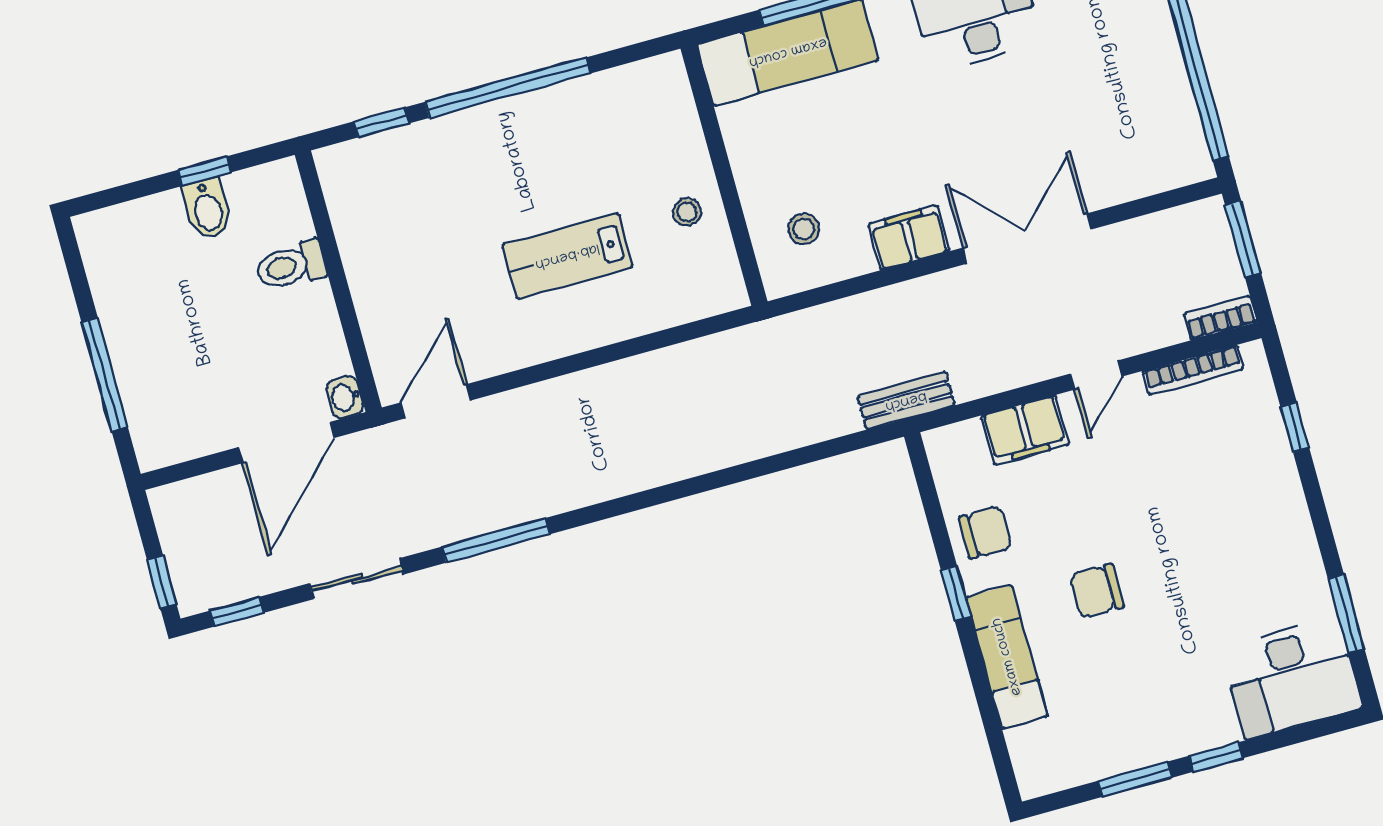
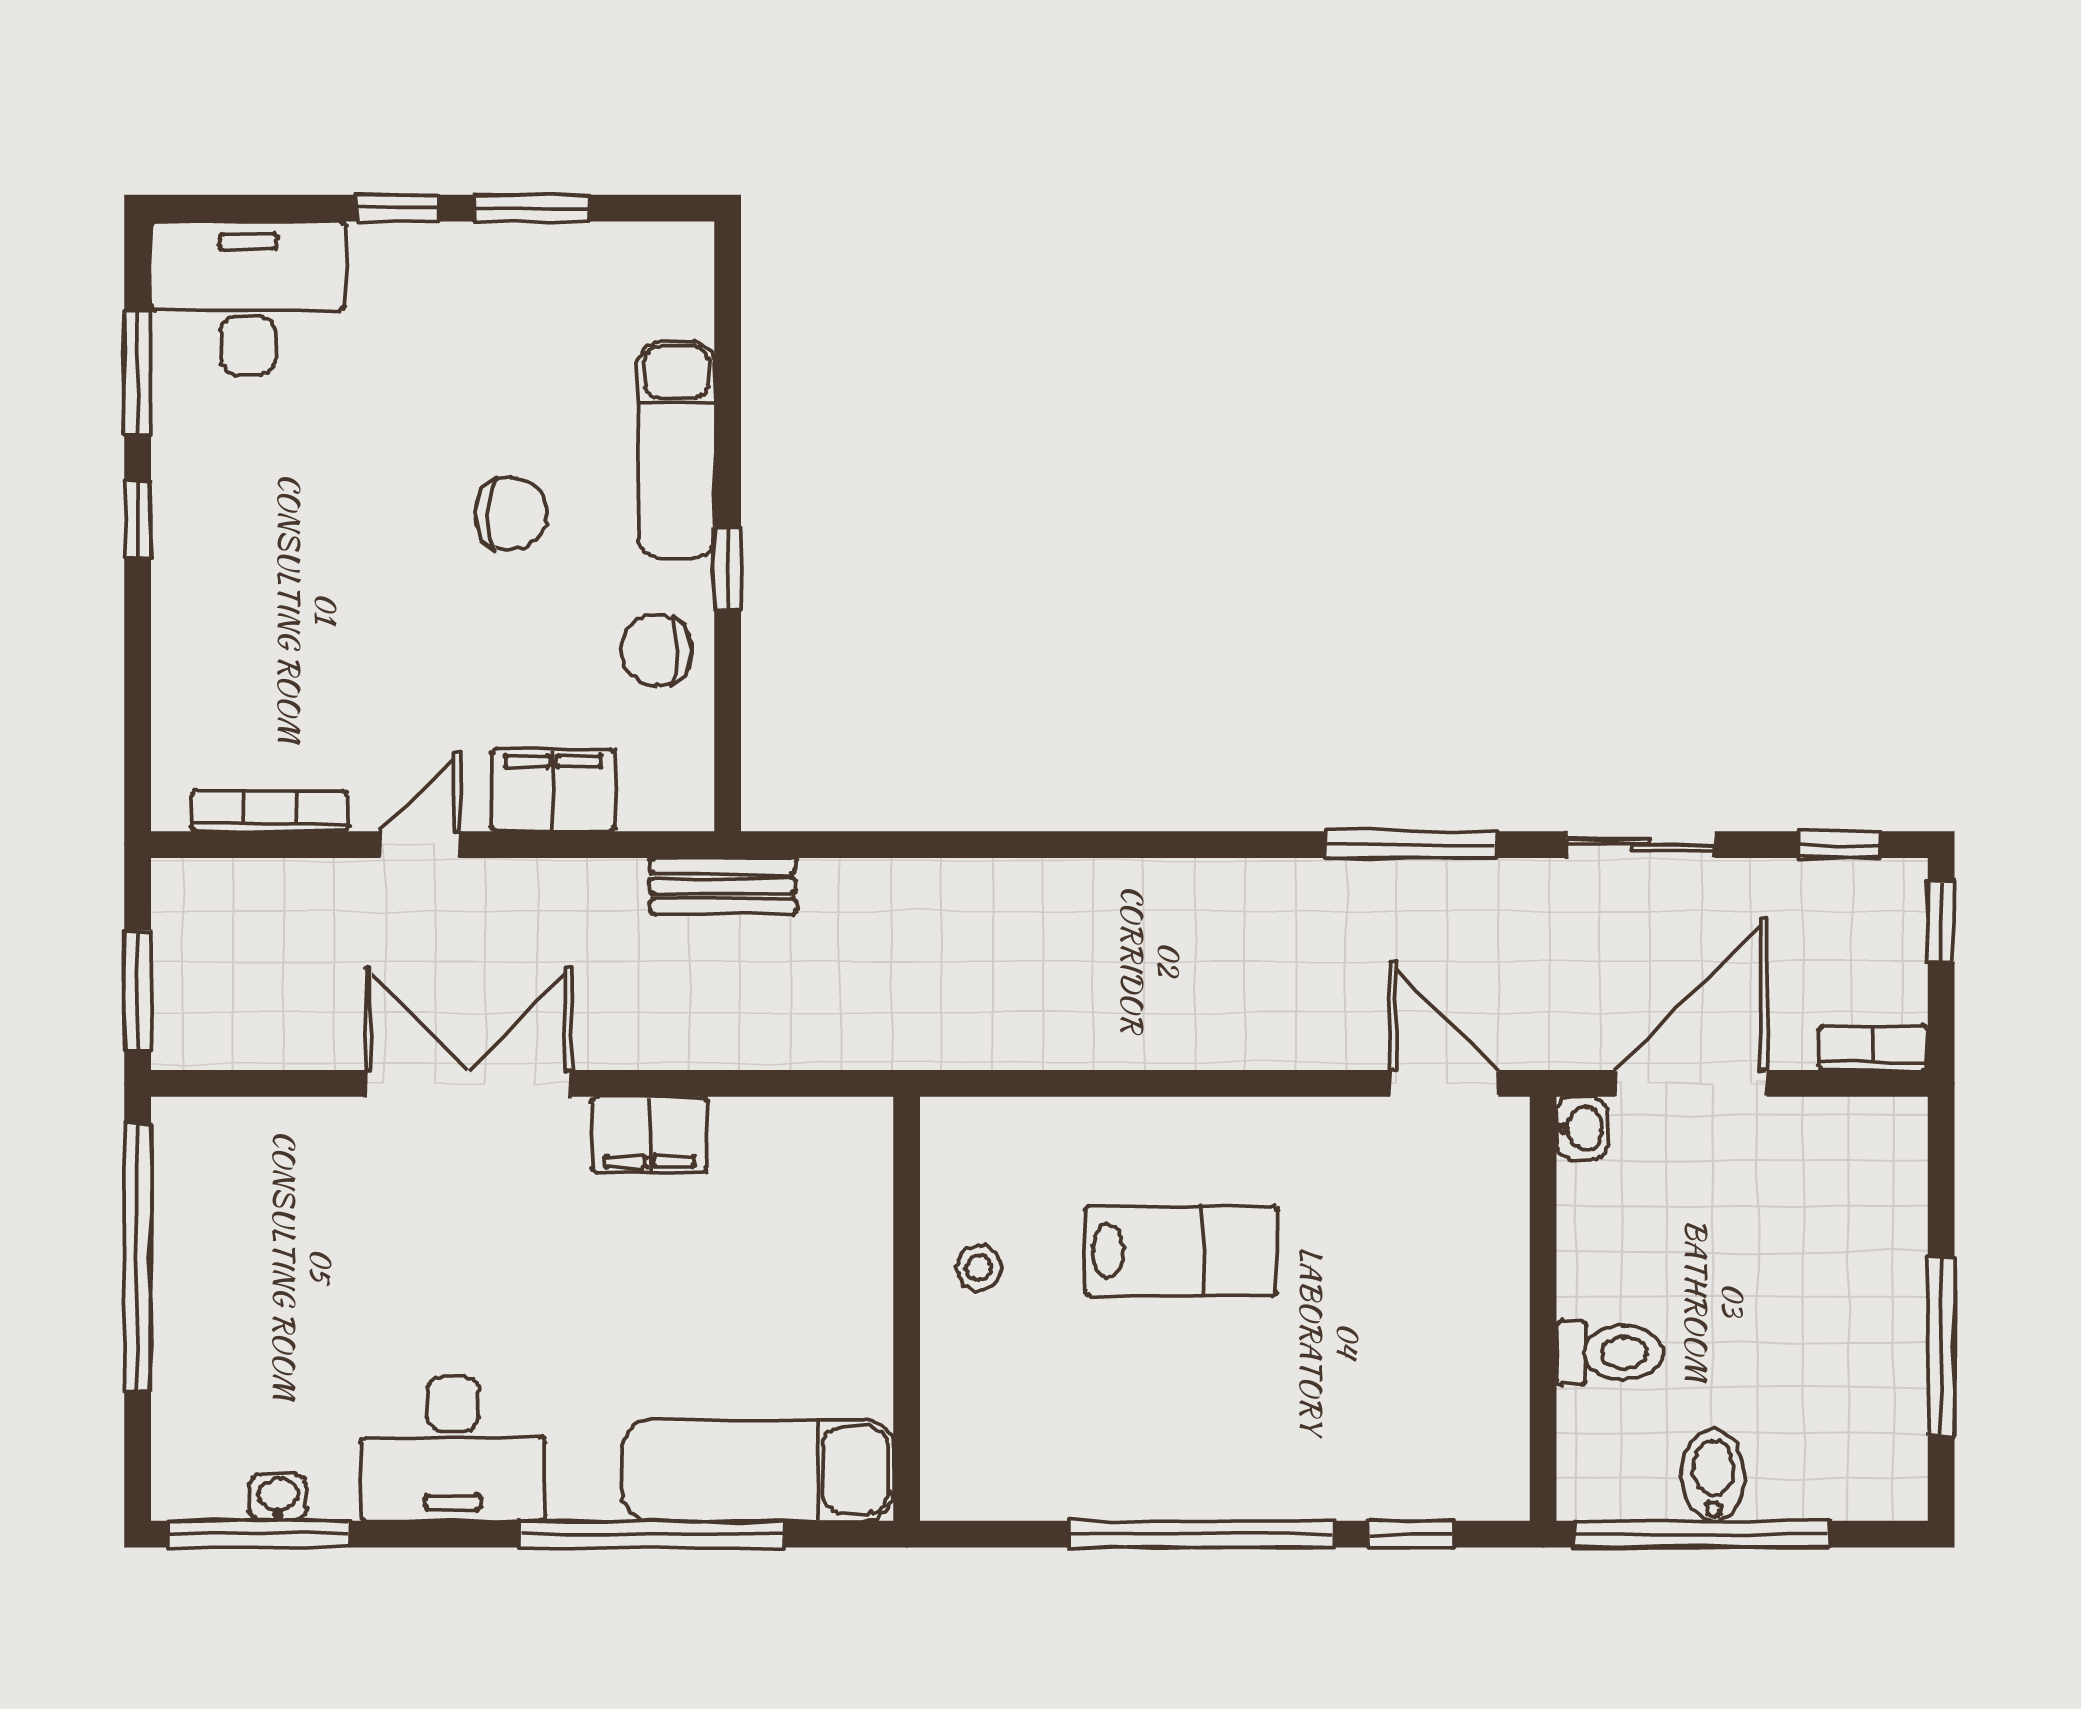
window: (205, 171) -> (1702, 1534), width x3.17
stool: (804, 229) -> (807, 1192), removed
double door: (1027, 238) -> (468, 1083), swing flipped
bookcase: (1220, 318) -> (1873, 1048), moved, turned 180
window: (105, 375) -> (1941, 1346), moved
door: (436, 401) -> (1444, 1083), swing flipped
window: (1295, 427) -> (138, 519), moved

